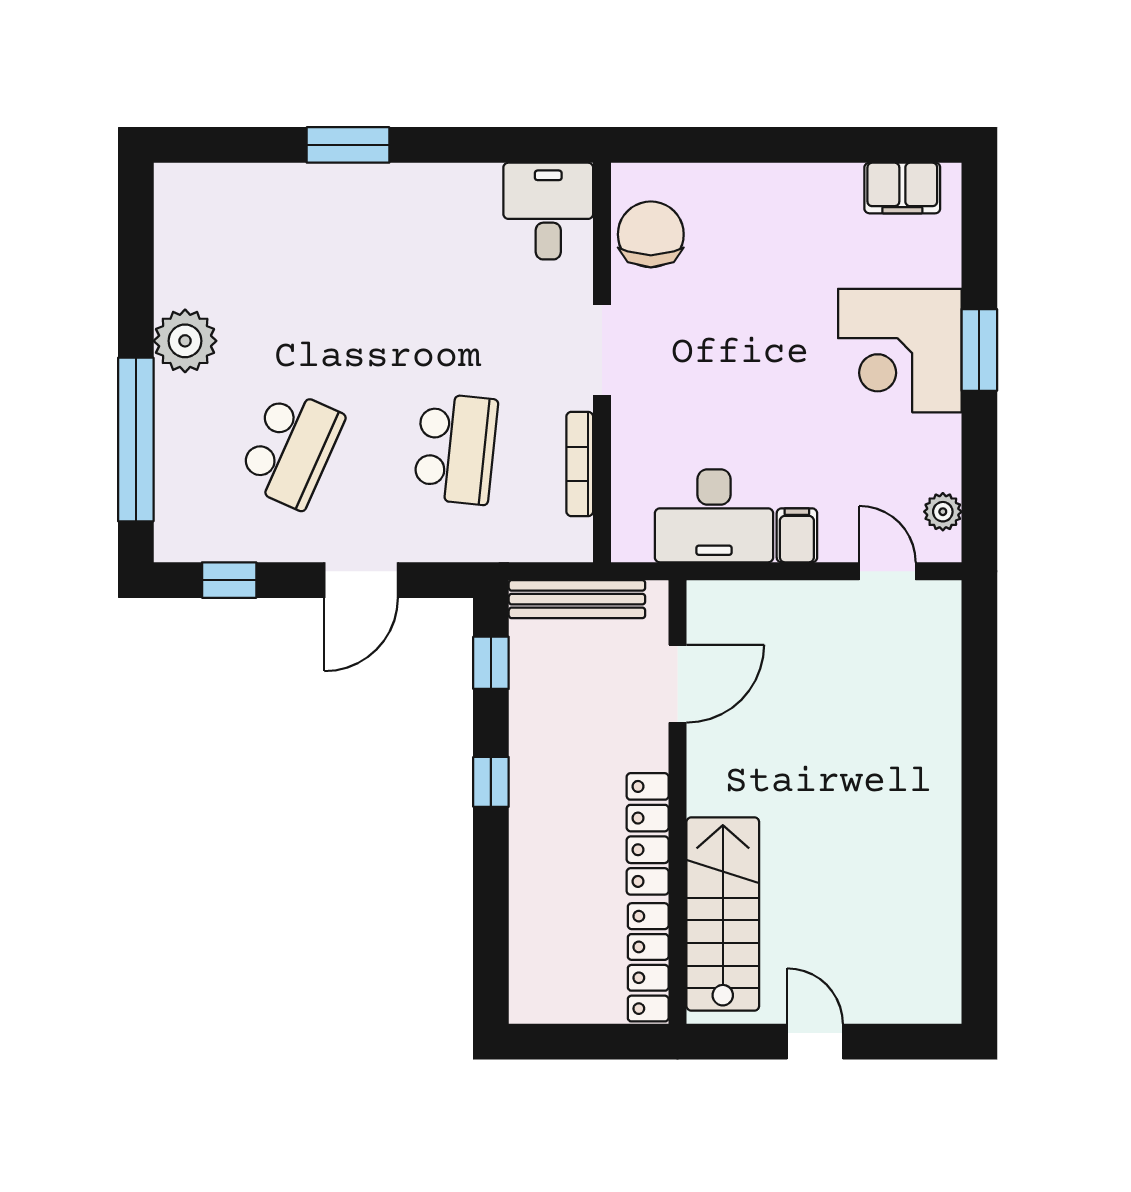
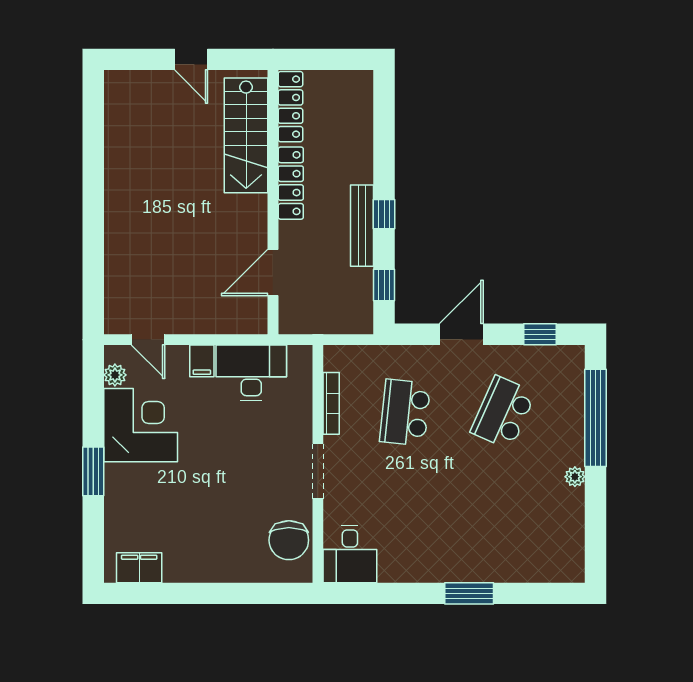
plant: (185, 341) -> (575, 477), width x0.53, depth x0.53
corner desk: (900, 351) -> (141, 425), moved
bench: (577, 599) -> (362, 226), moved, turned 90

